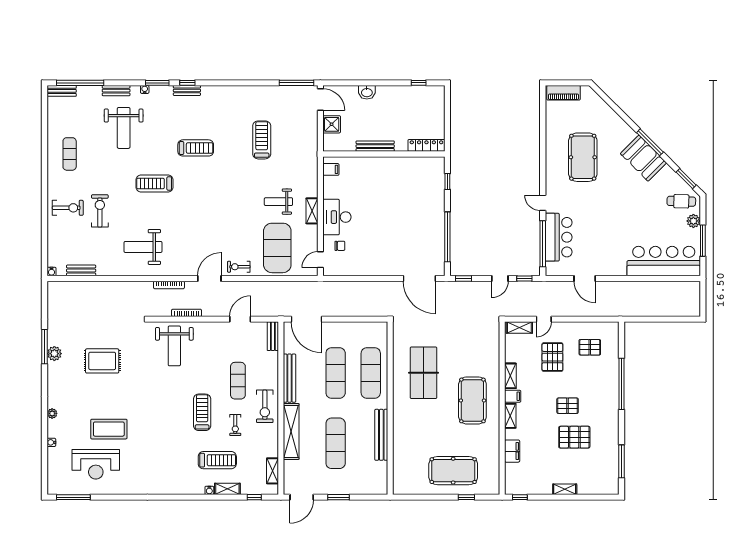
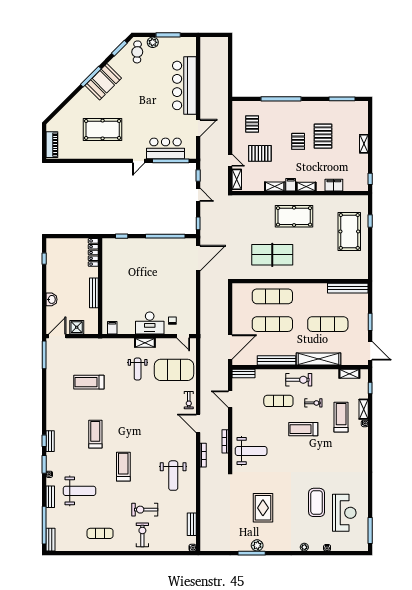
treadmill: (154, 183) -> (123, 467), turned 180
bar counter: (664, 261) -> (184, 85), moved
bench: (381, 435) -> (348, 288), moved

